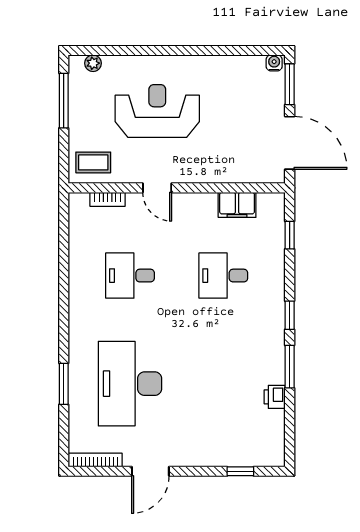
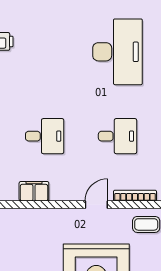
door: (157, 188) -> (96, 205), hinge flipped
bookcase: (108, 199) -> (135, 196), width x1.56

